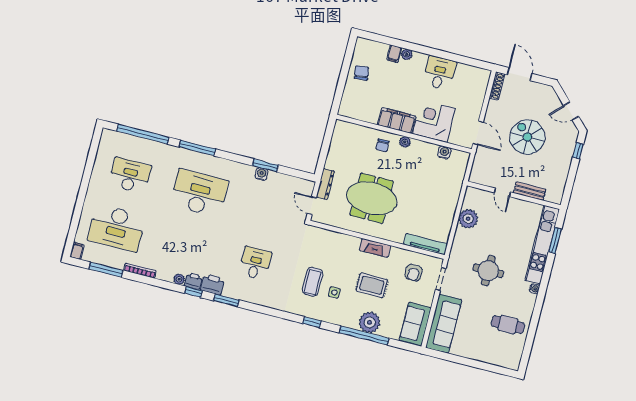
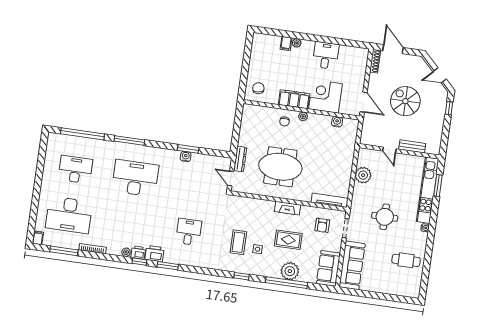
chair: (361, 73) -> (258, 88), moved

